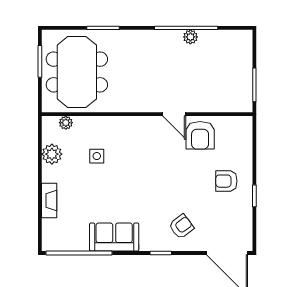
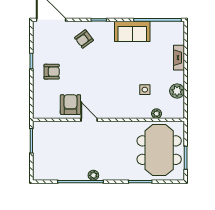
plant: (190, 37) -> (93, 175), moved
plant: (66, 123) -> (157, 114), moved

